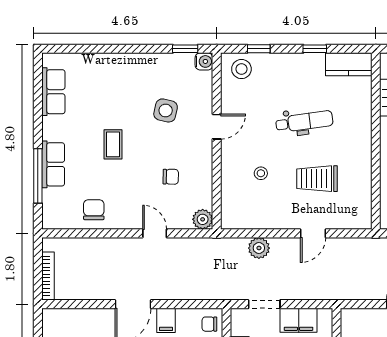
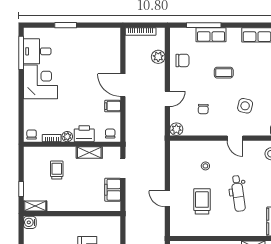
plant: (259, 248) -> (158, 57), moved

